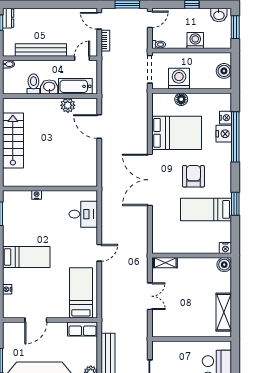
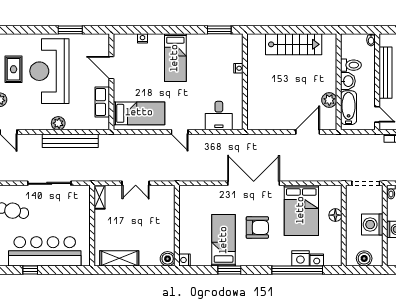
washing machine: (179, 79) -> (372, 225), moved, turned 180
shelving: (165, 263) -> (99, 197), moved
row of seats: (83, 329) -> (102, 102), moved

